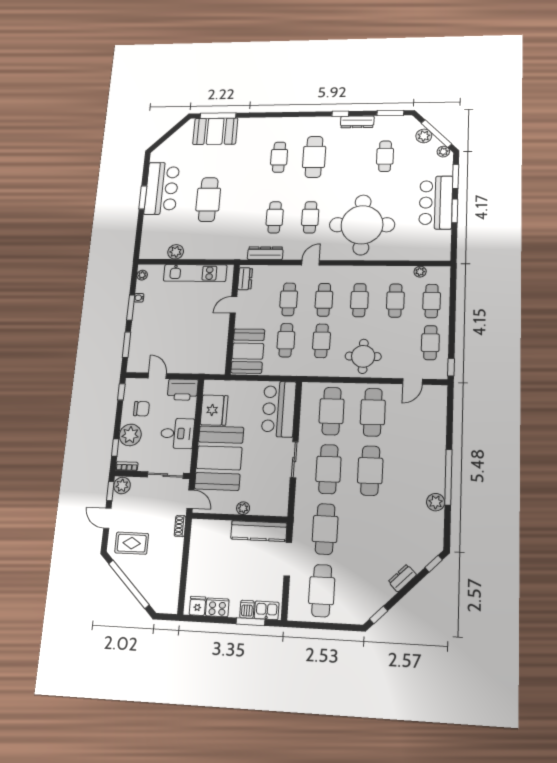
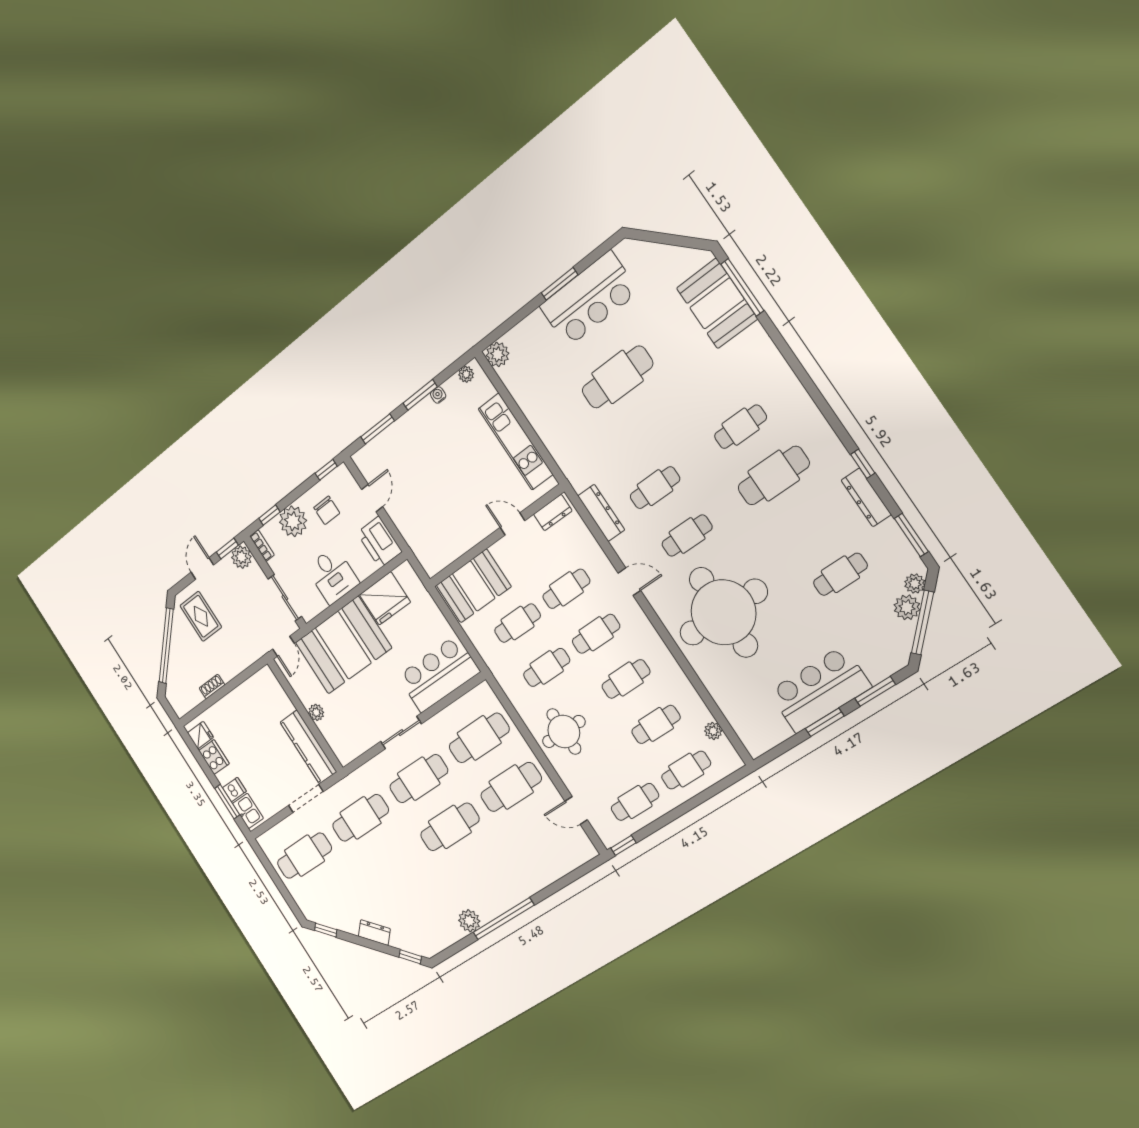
plant: (443, 152) -> (915, 584), moved
plant: (176, 252) -> (498, 354), moved
shoe rack: (180, 526) -> (212, 687), moved

